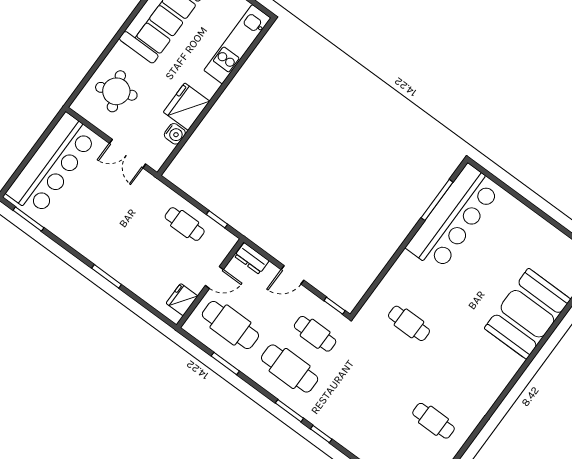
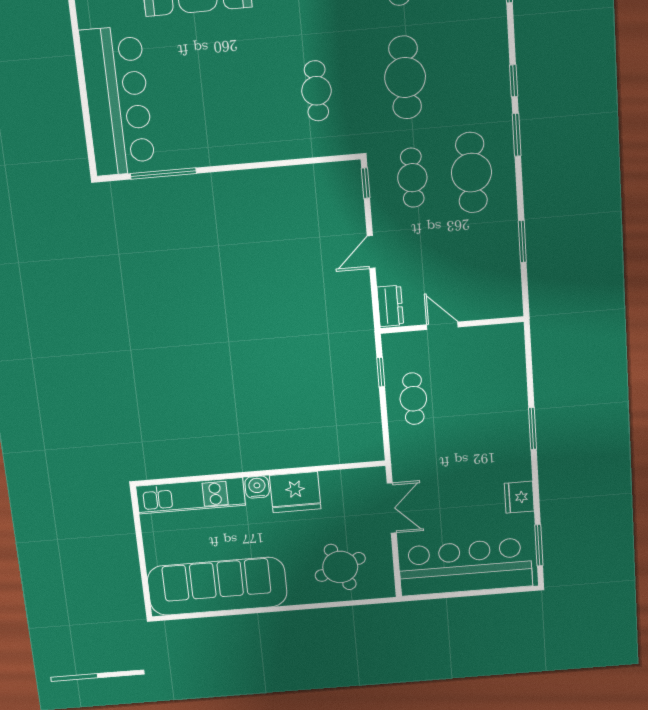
water cooler: (175, 134) -> (257, 487), moved
bar counter: (454, 218) -> (118, 101), moved, turned 90
door: (292, 275) -> (371, 252), swing flipped
fridge: (182, 300) -> (519, 497), moved, turned 90
cafe table: (230, 325) -> (405, 77), moved

